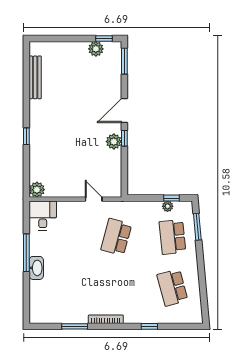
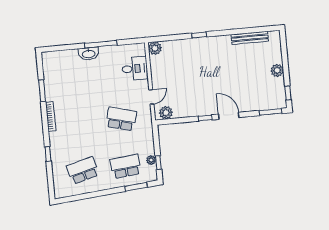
plant: (96, 49) -> (277, 70), moved
plant: (114, 142) -> (166, 113), moved
desk: (43, 215) -> (135, 69), moved

